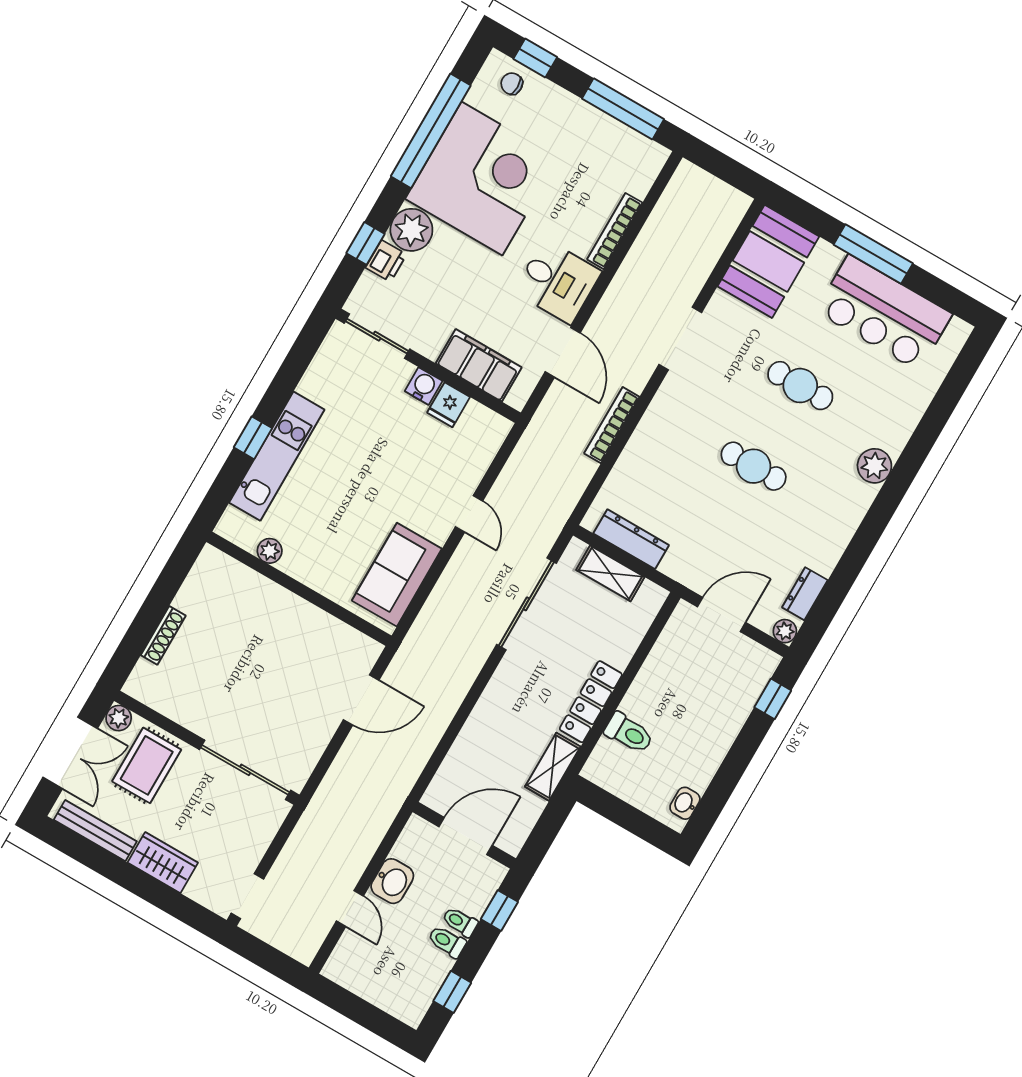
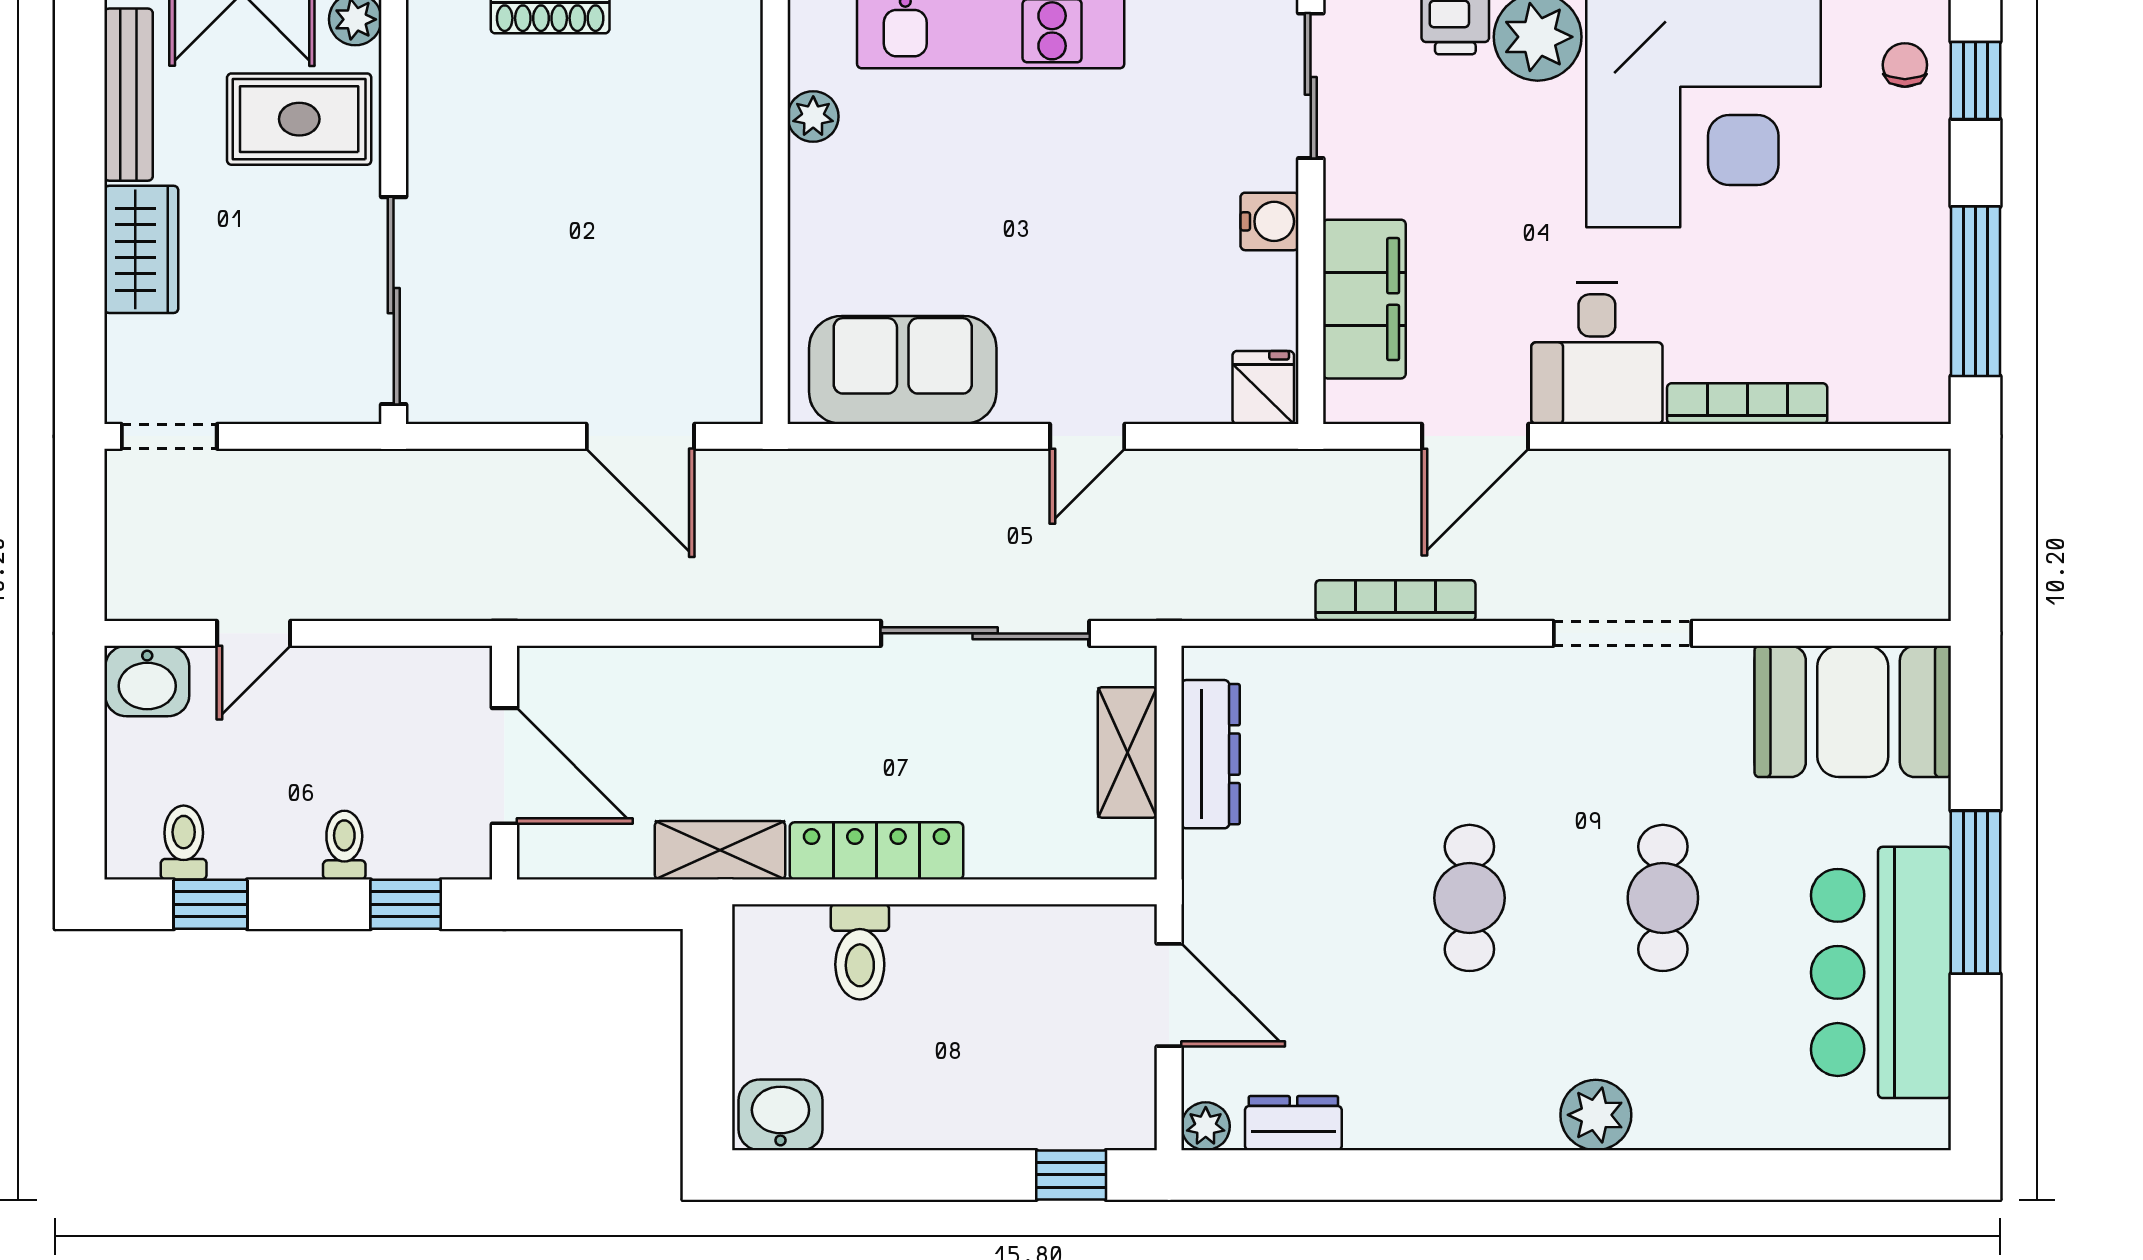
fridge: (449, 405) -> (1263, 387), moved, turned 90
washbasin: (685, 803) -> (780, 1115), width x1.38, depth x1.45
washbasin: (392, 881) -> (147, 681), moved
toilet: (447, 942) -> (184, 842), moved

